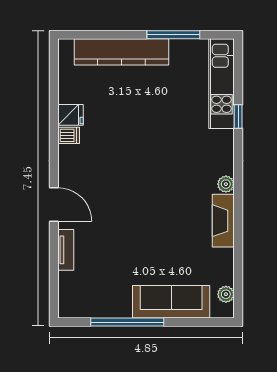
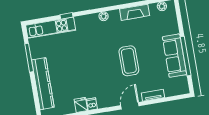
coffee table: (136, 217) -> (129, 61), added
fireplace: (223, 221) -> (135, 12), moved
sofa: (171, 302) -> (174, 56), moved

